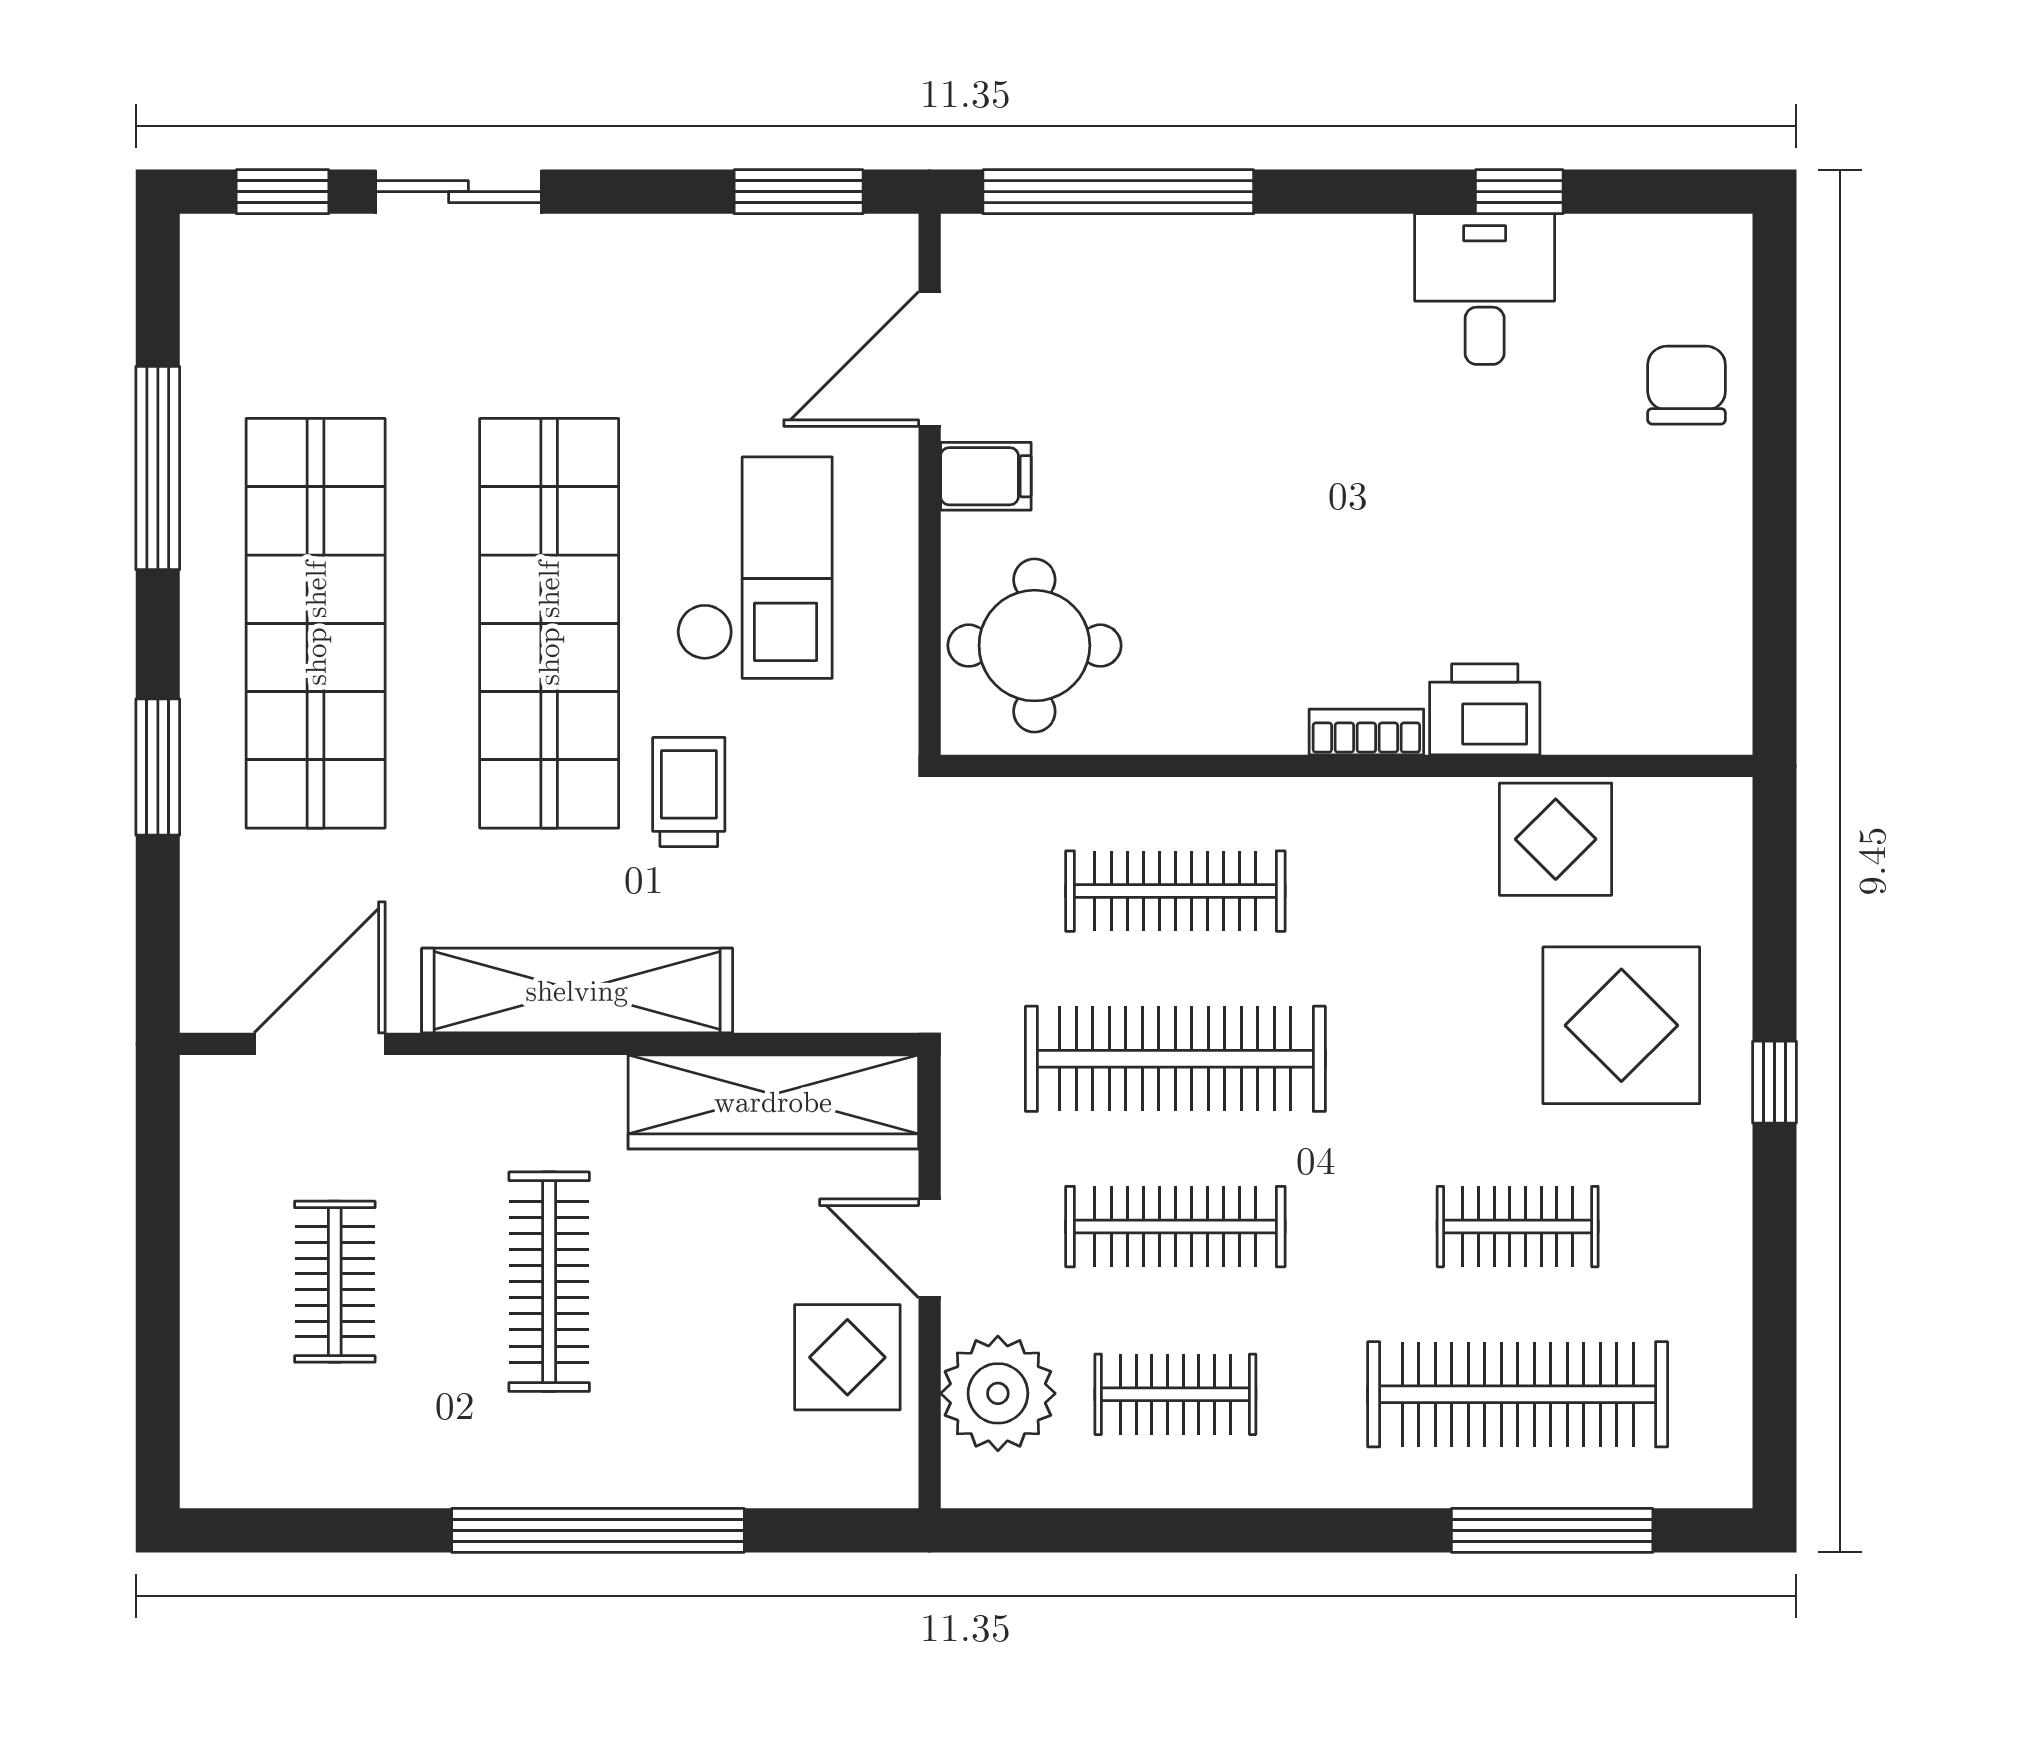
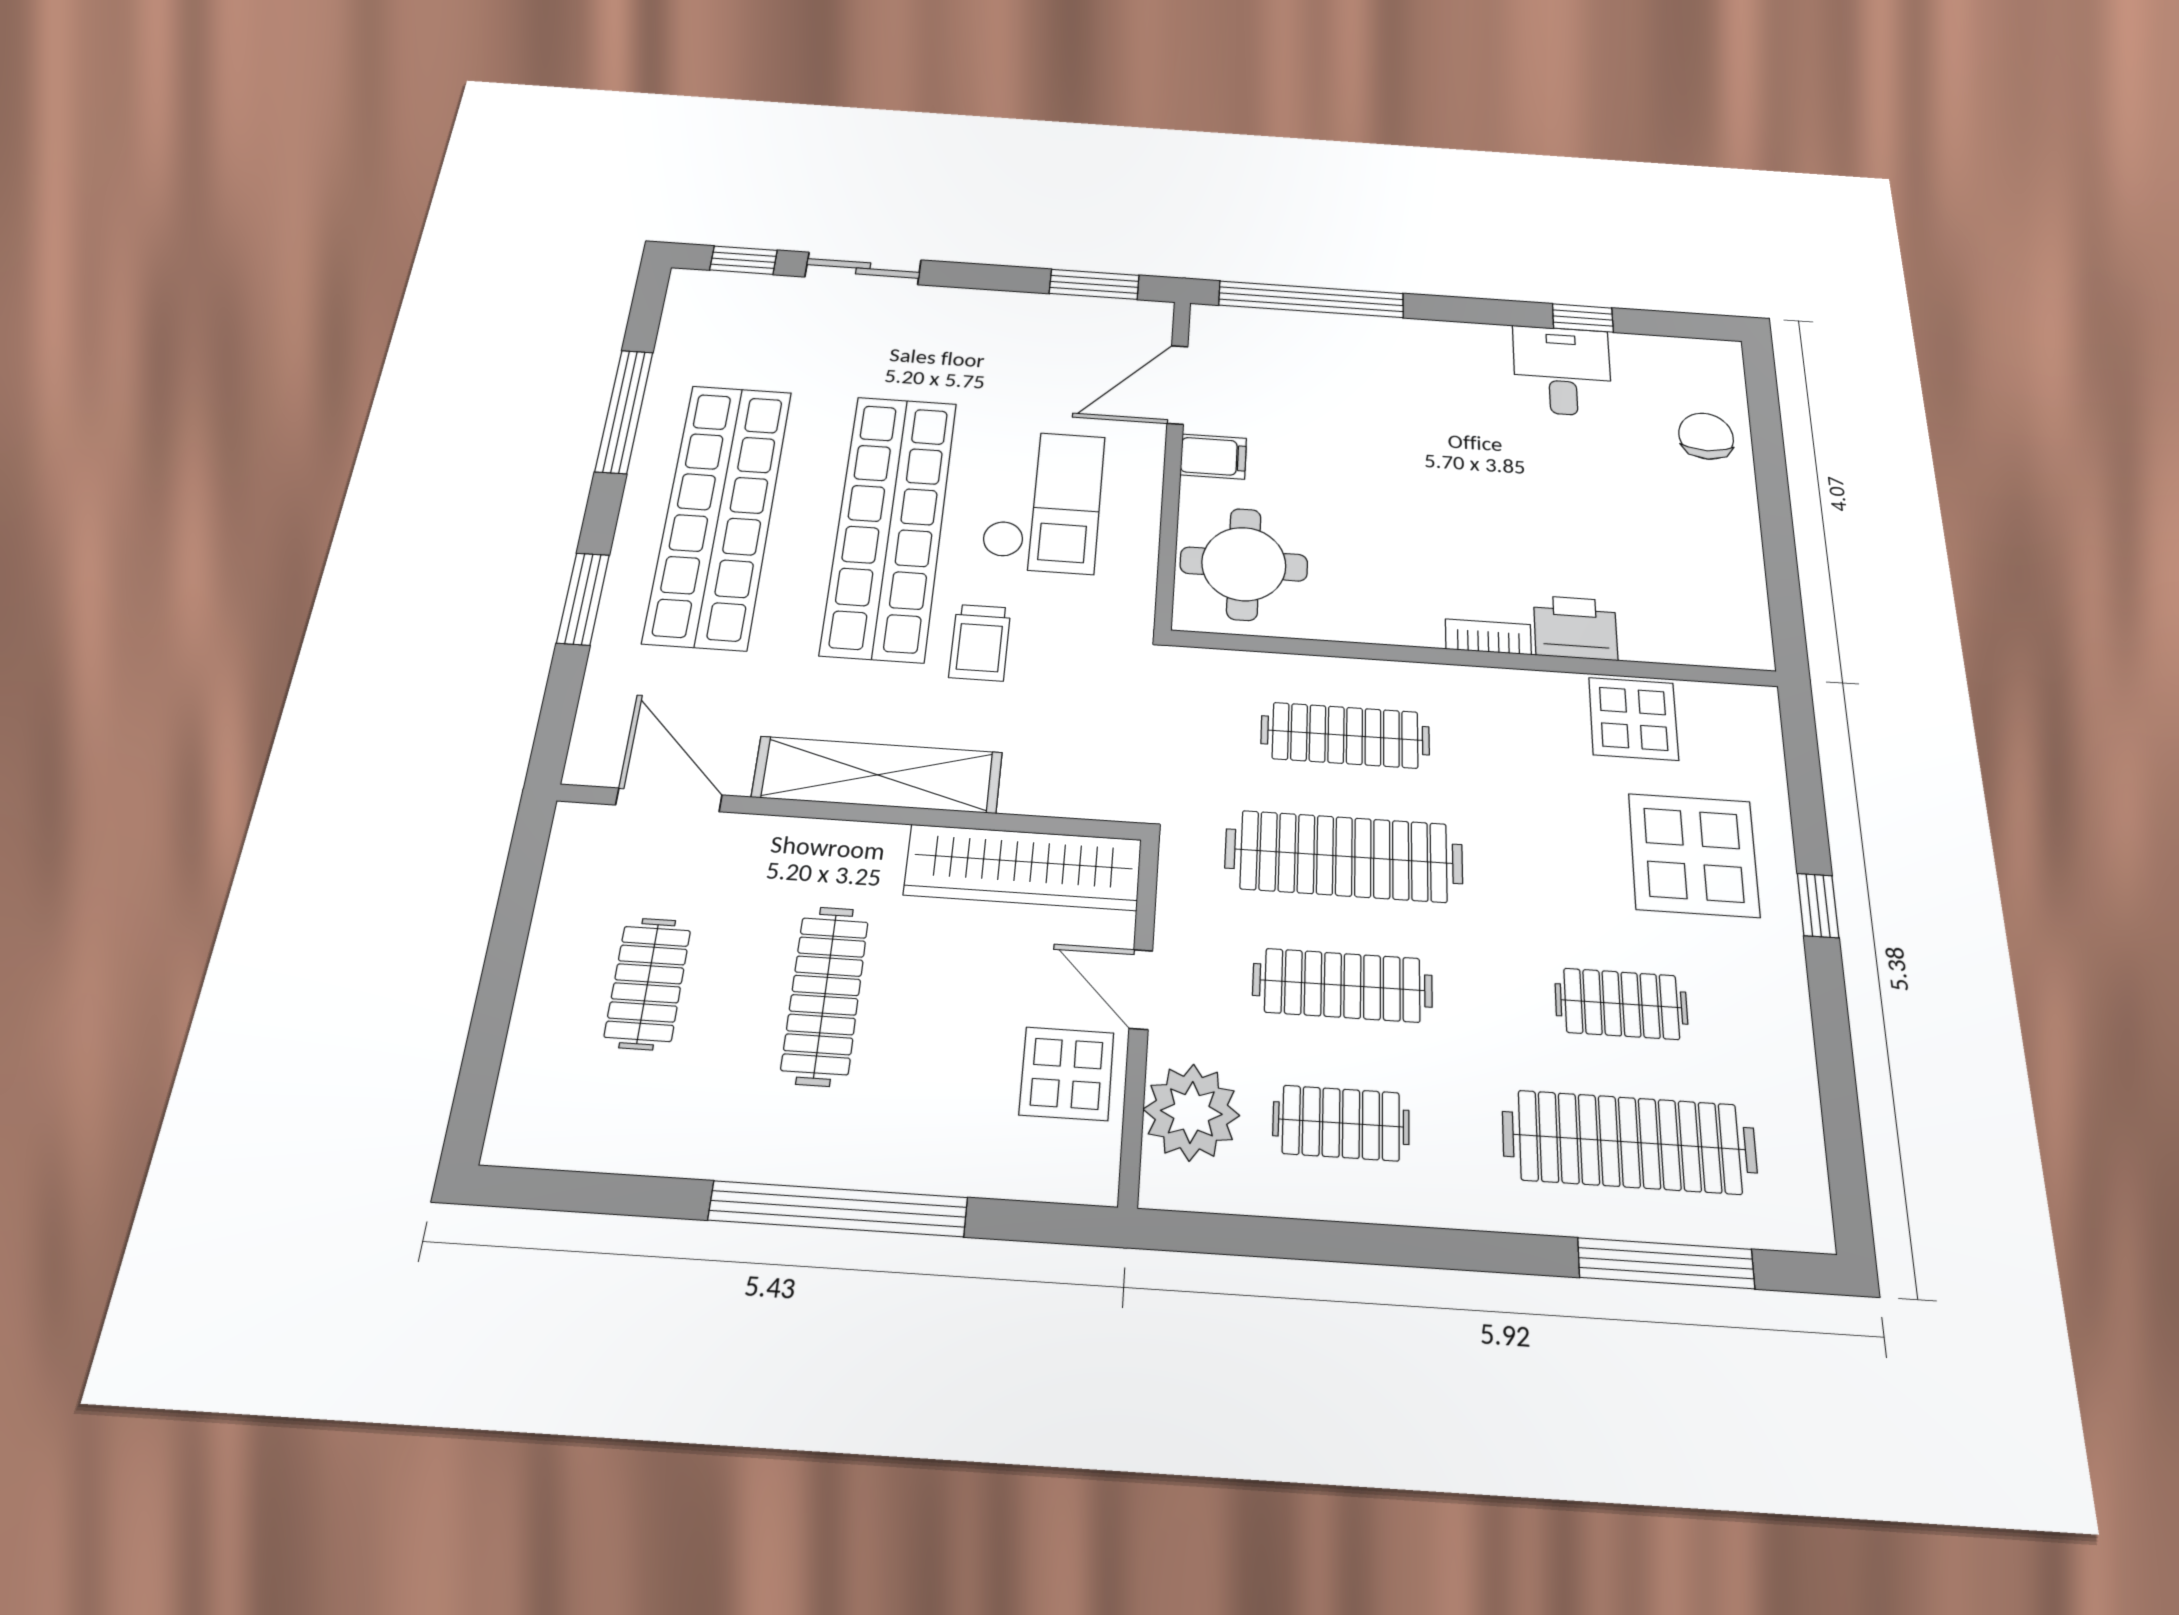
trolley: (689, 792) -> (980, 642), turned 180
door: (320, 1044) -> (669, 800), hinge flipped

